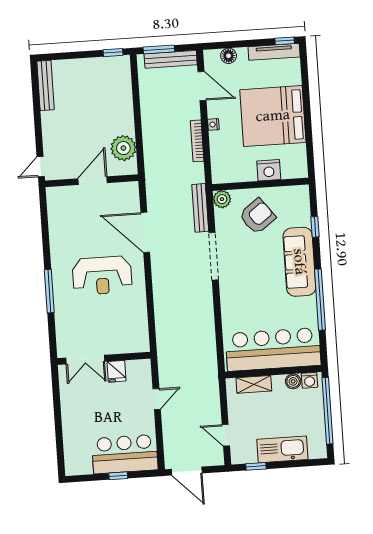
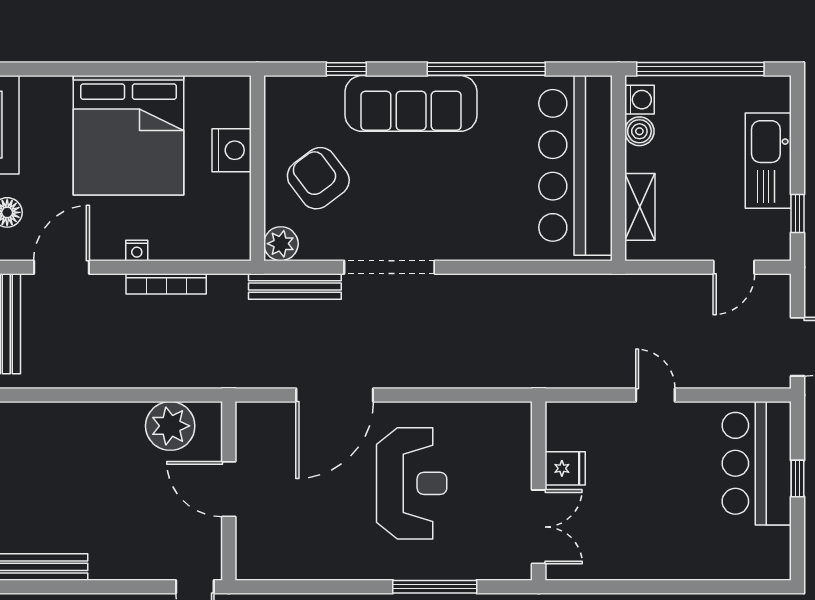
wall: (104, 358) -> (539, 491), moved
double door: (85, 360) -> (539, 527), moved
fridge: (116, 371) -> (565, 468), moved

